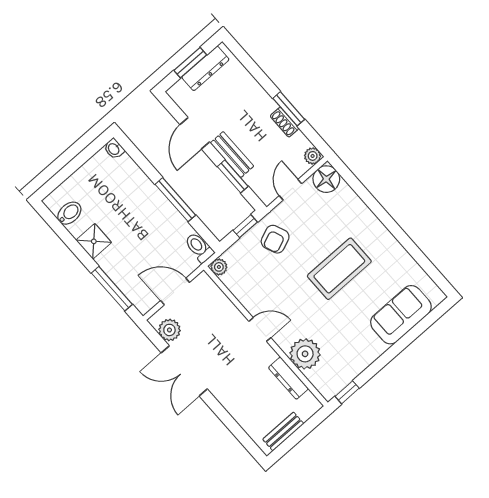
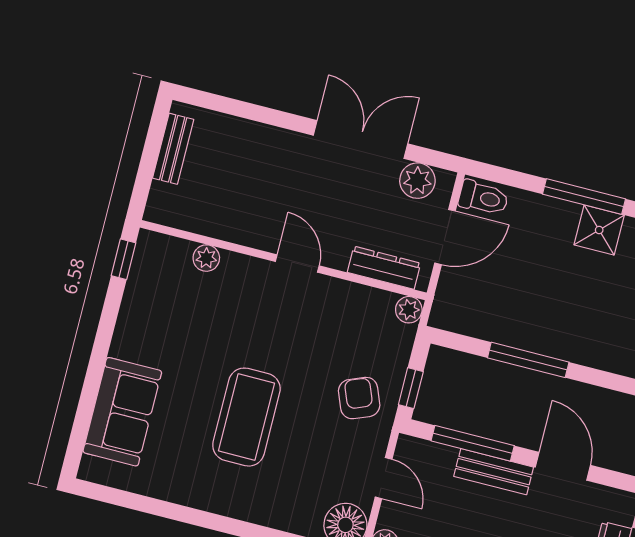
window: (233, 176) -> (473, 443), width x1.44
toilet: (199, 248) -> (483, 198), moved
window: (112, 289) -> (584, 197), moved
door: (260, 329) -> (297, 264), swing flipped
plant: (305, 354) -> (206, 258), width x0.53, depth x0.53
dresser: (288, 378) -> (384, 268), moved

